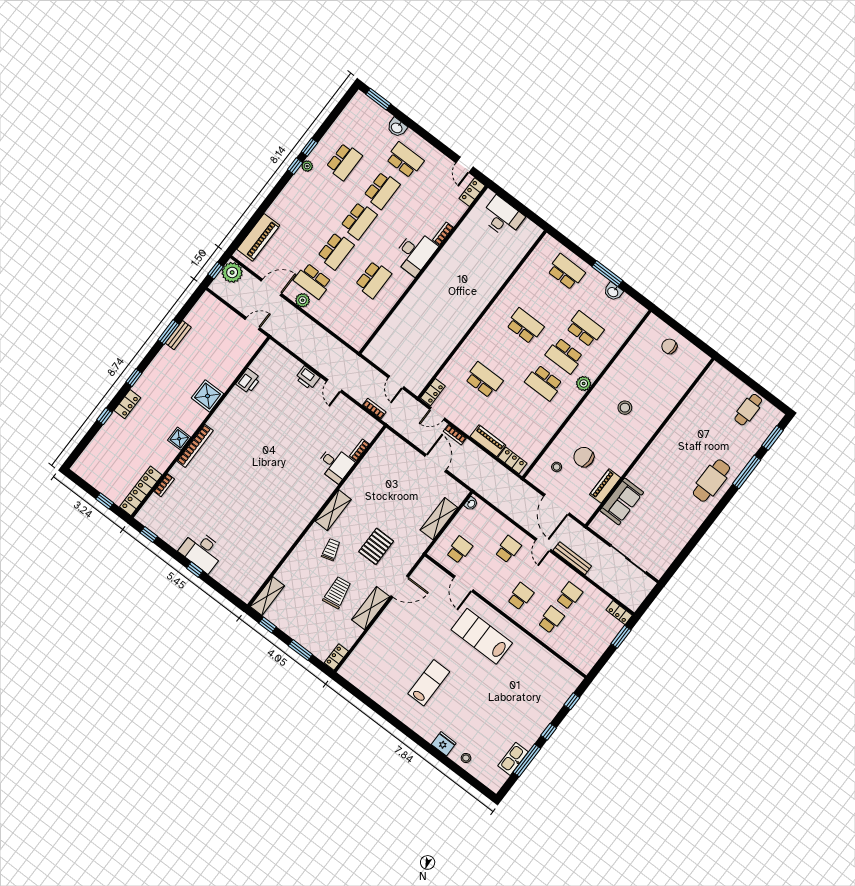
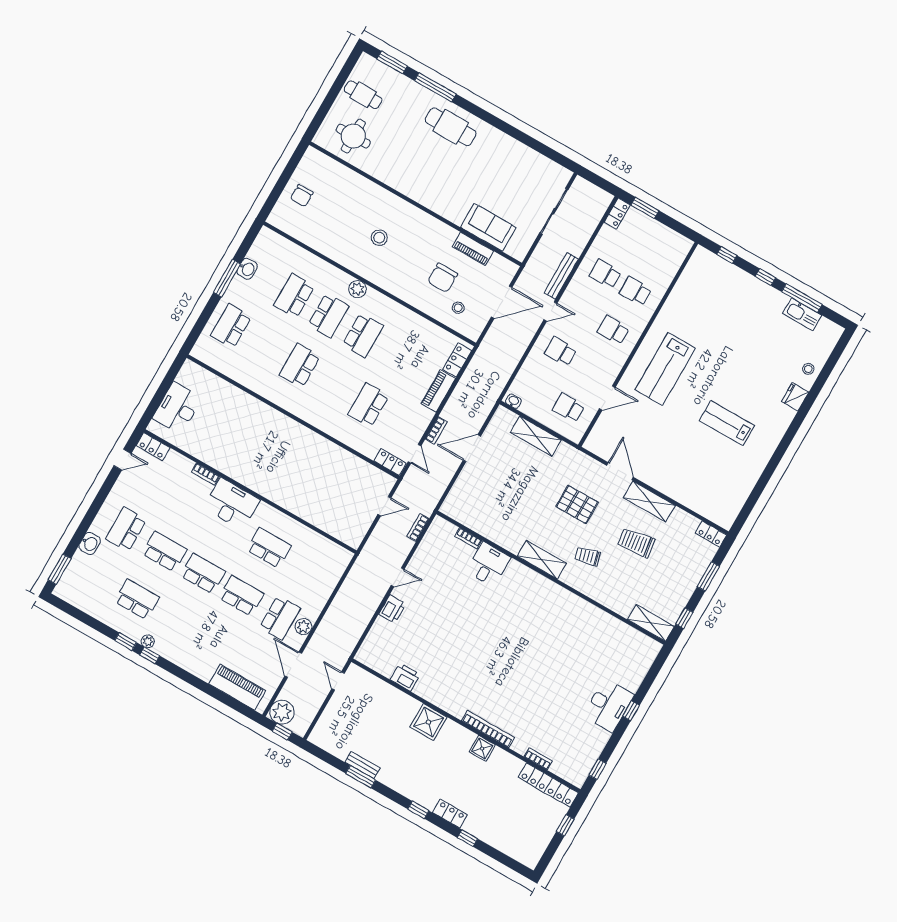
round table: (714, 397) -> (353, 136), added

